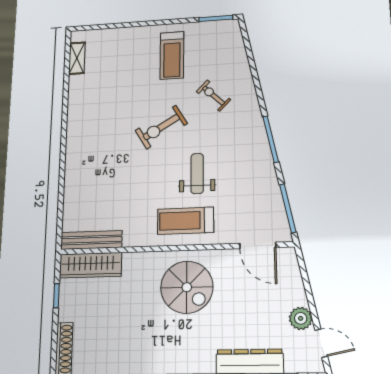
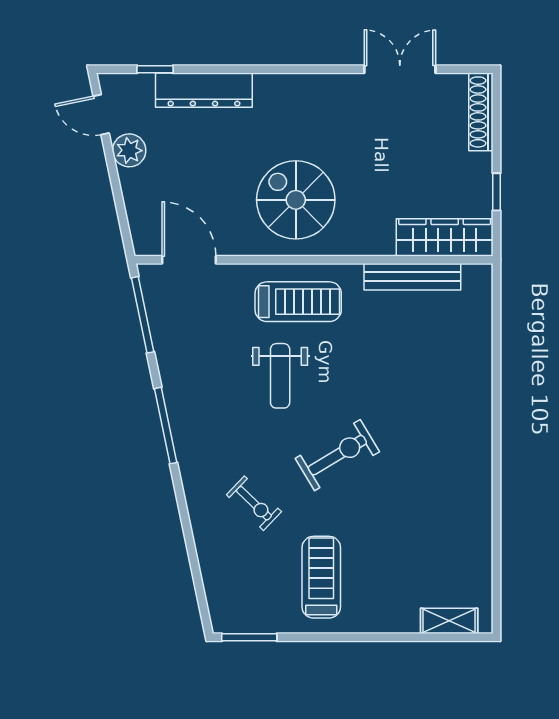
shelving: (77, 58) -> (449, 621), moved, turned 90
bench: (91, 240) -> (412, 277), moved

